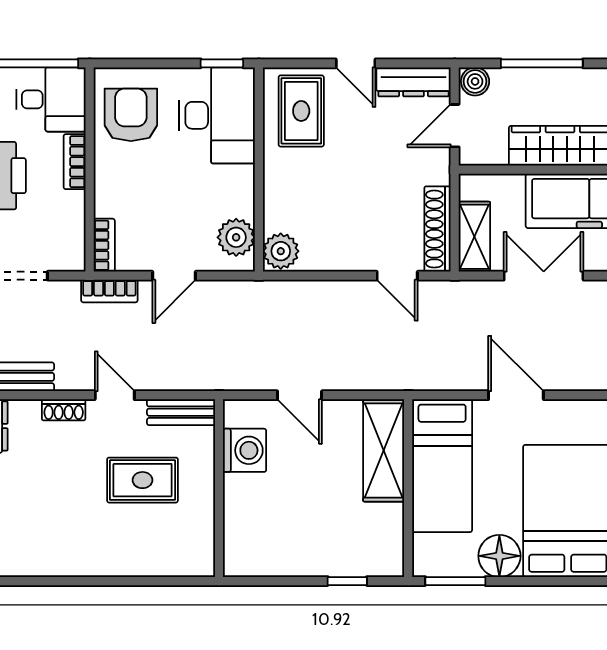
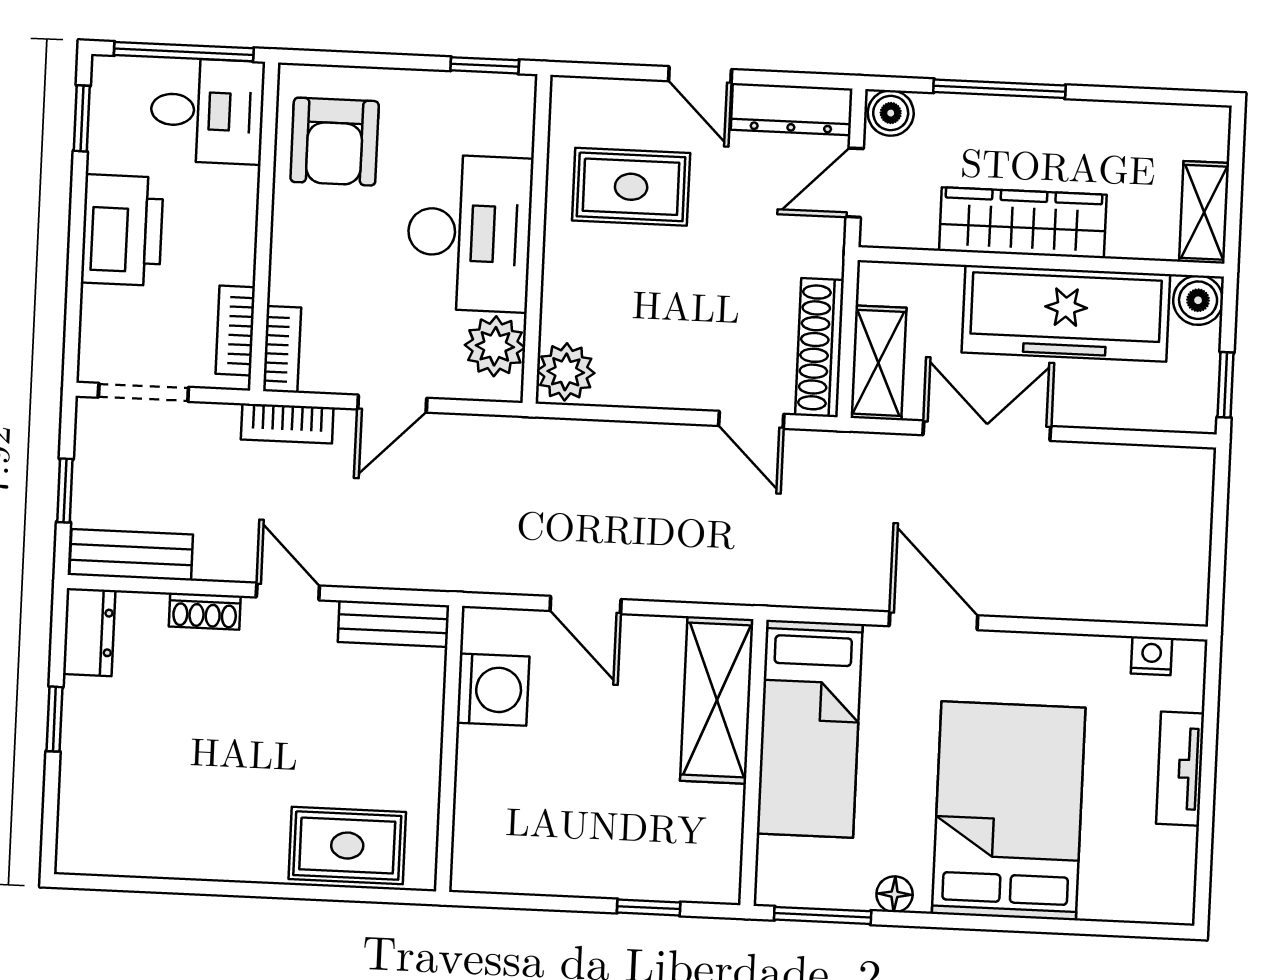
rug: (301, 111) -> (631, 187), moved, turned 90
armchair: (131, 115) -> (335, 142), turned 180
desk: (217, 115) -> (469, 233), moved
bookcase: (75, 162) -> (235, 331), moved
rug: (142, 480) -> (347, 846), moved
floor lamp: (499, 556) -> (895, 894), width x0.53, depth x0.53

